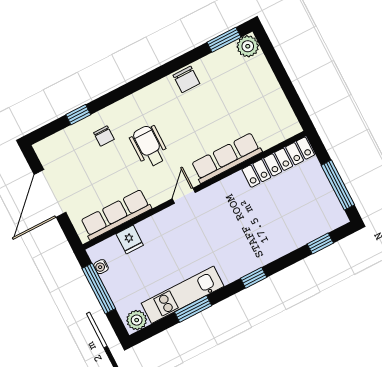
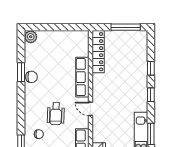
window: (224, 40) -> (21, 72), moved
wheelchair: (149, 146) -> (56, 114), turned -88
window: (320, 243) -> (151, 68), moved

